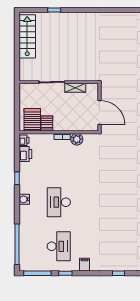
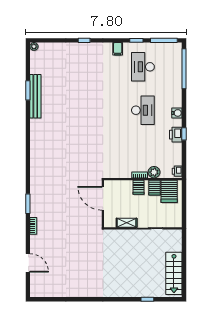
server rack: (63, 124) -> (139, 187), added
plant: (77, 139) -> (154, 172), moved
printer: (25, 154) -> (176, 135), moved

